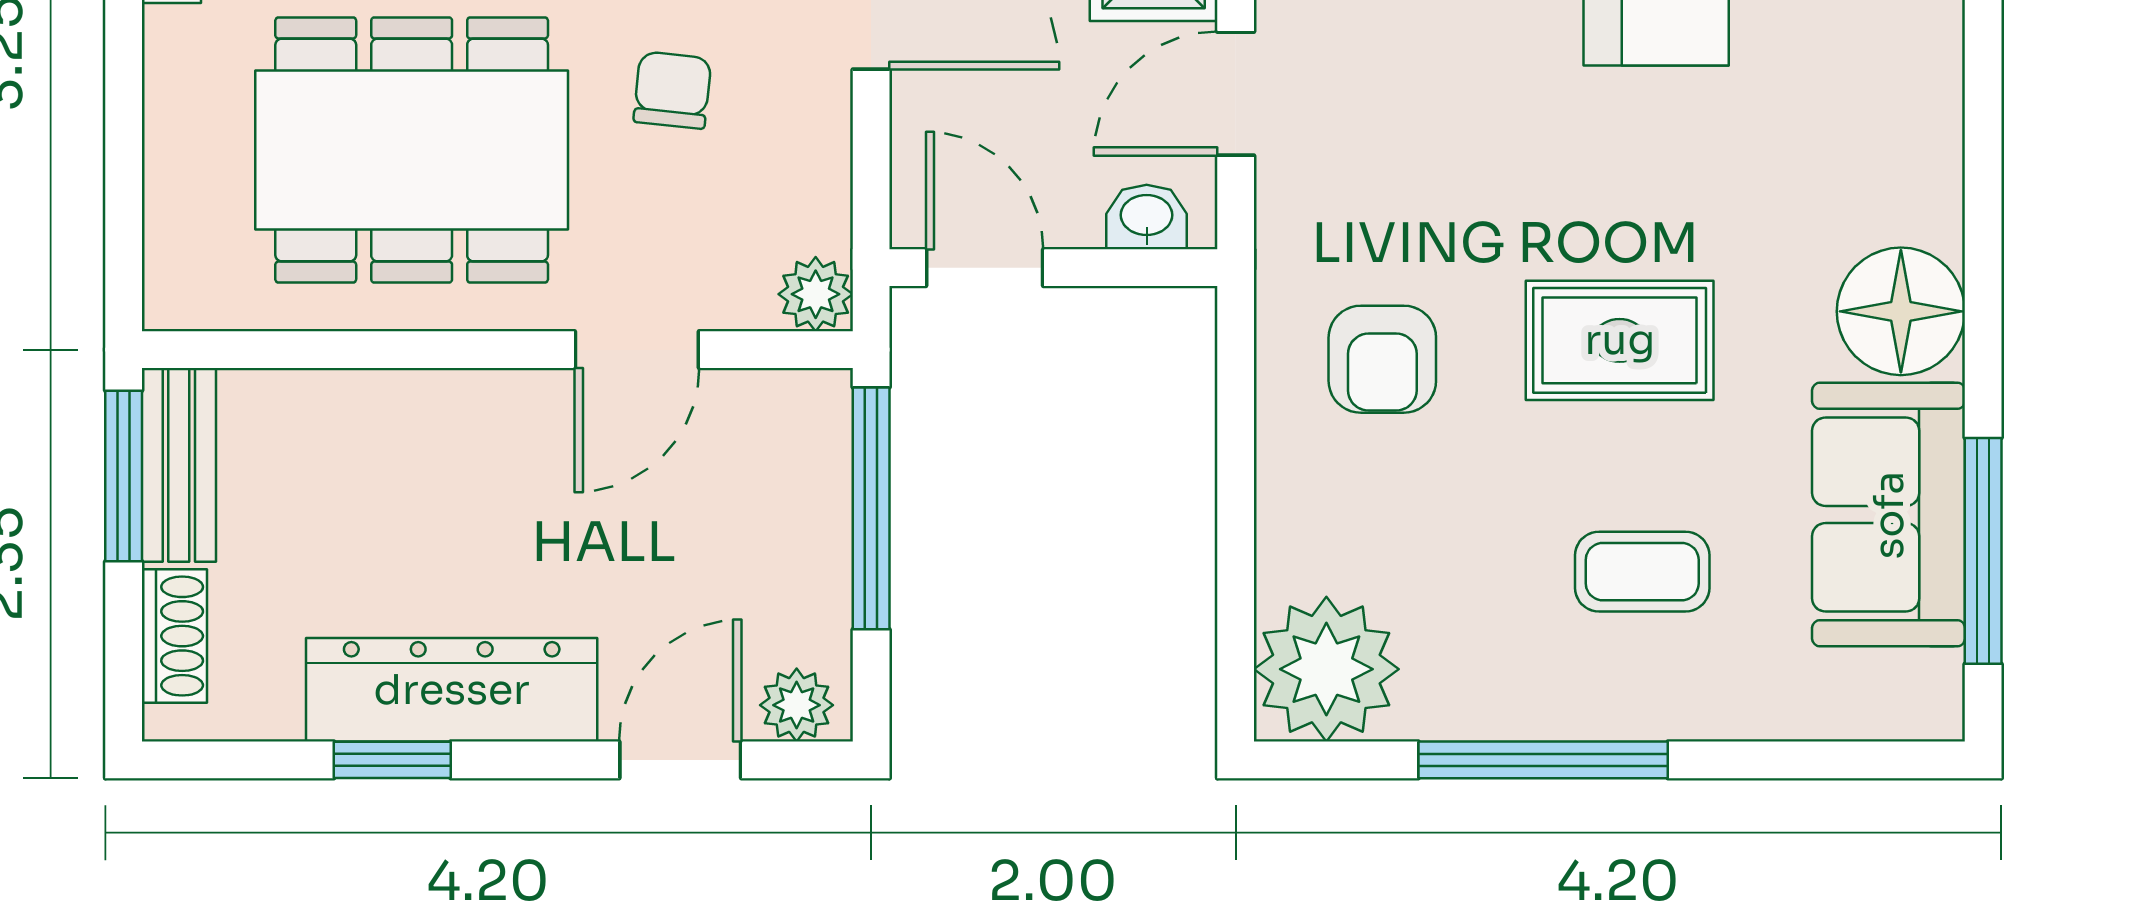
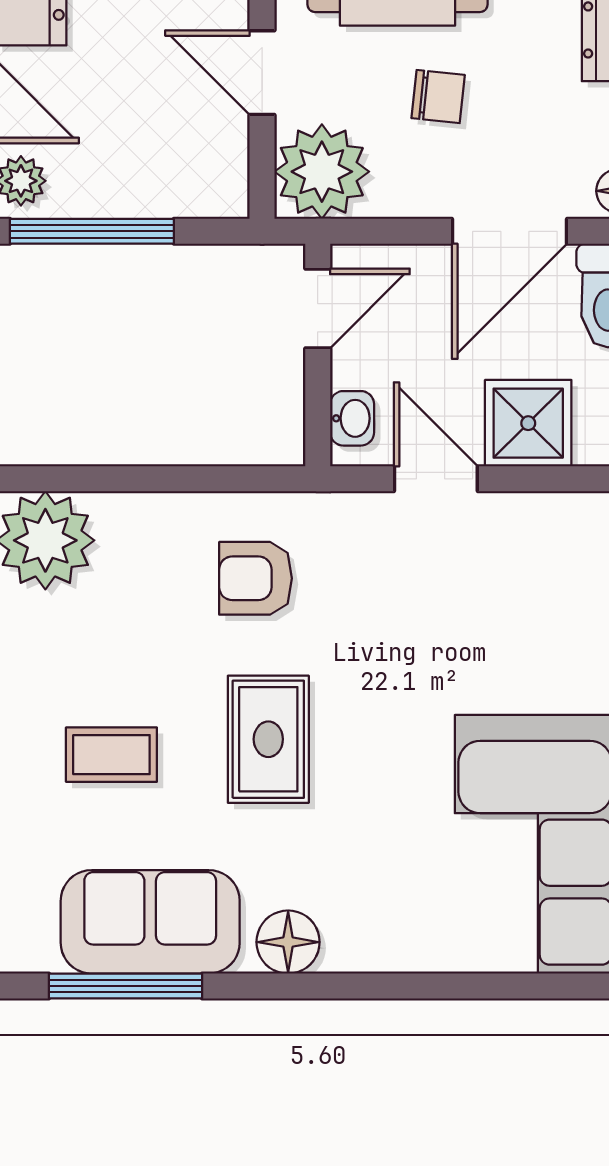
plant: (816, 294) -> (322, 172), width x1.88, depth x1.88
floor lamp: (1901, 311) -> (288, 942), width x0.73, depth x0.73
window: (871, 508) -> (92, 231), moved
coffee table: (1642, 572) -> (111, 755), turned 90

